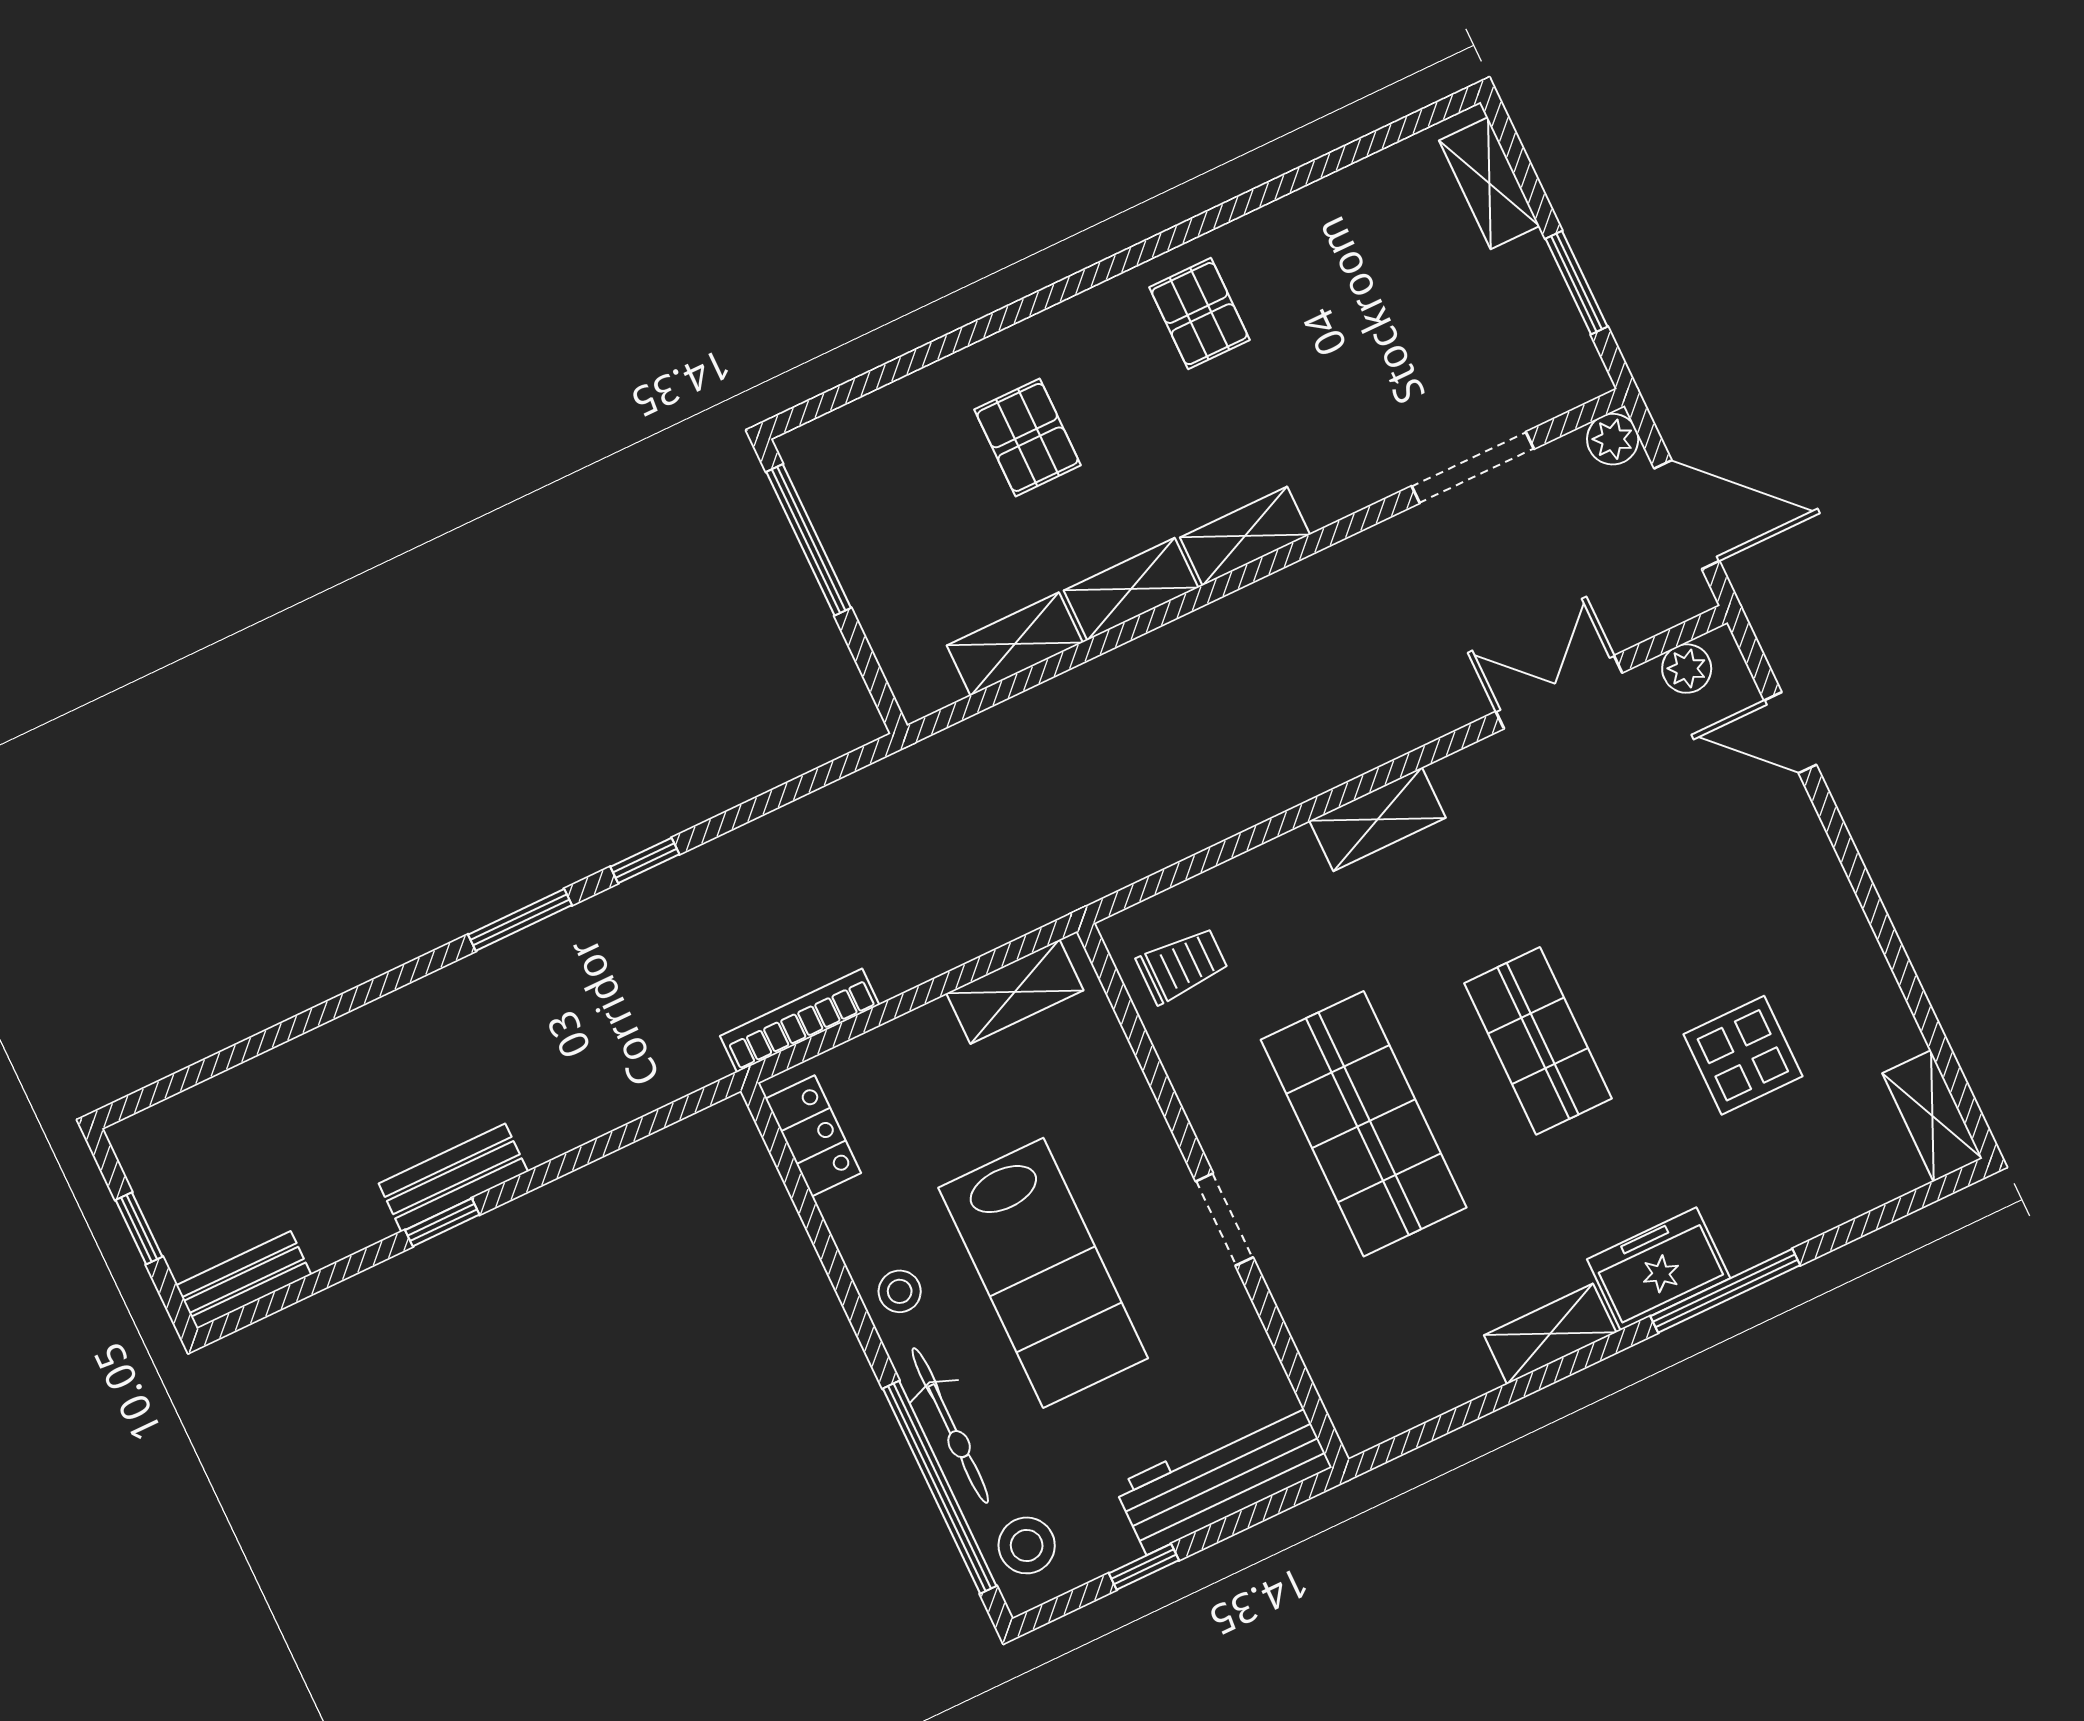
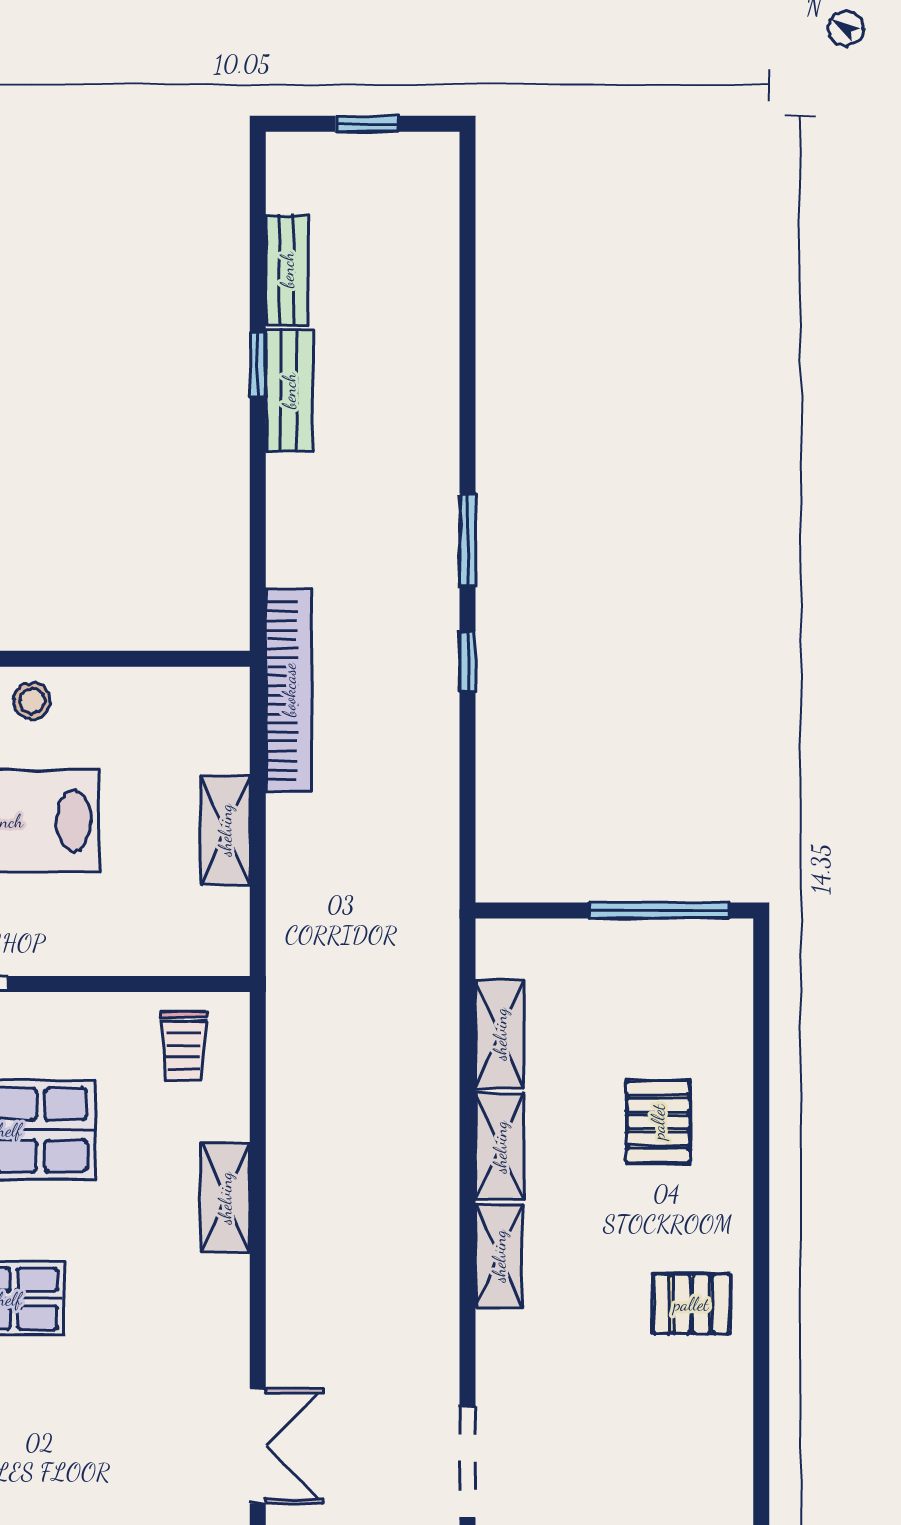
pallet: (1028, 437) -> (658, 1122), turned 90
shelving: (1378, 819) -> (225, 1198), moved
shelving: (1015, 992) -> (225, 830), moved
bookcase: (800, 1020) -> (289, 690), width x1.48, depth x1.31
locker: (813, 1136) -> (187, 691), removed
bench: (244, 1280) -> (287, 270), moved

